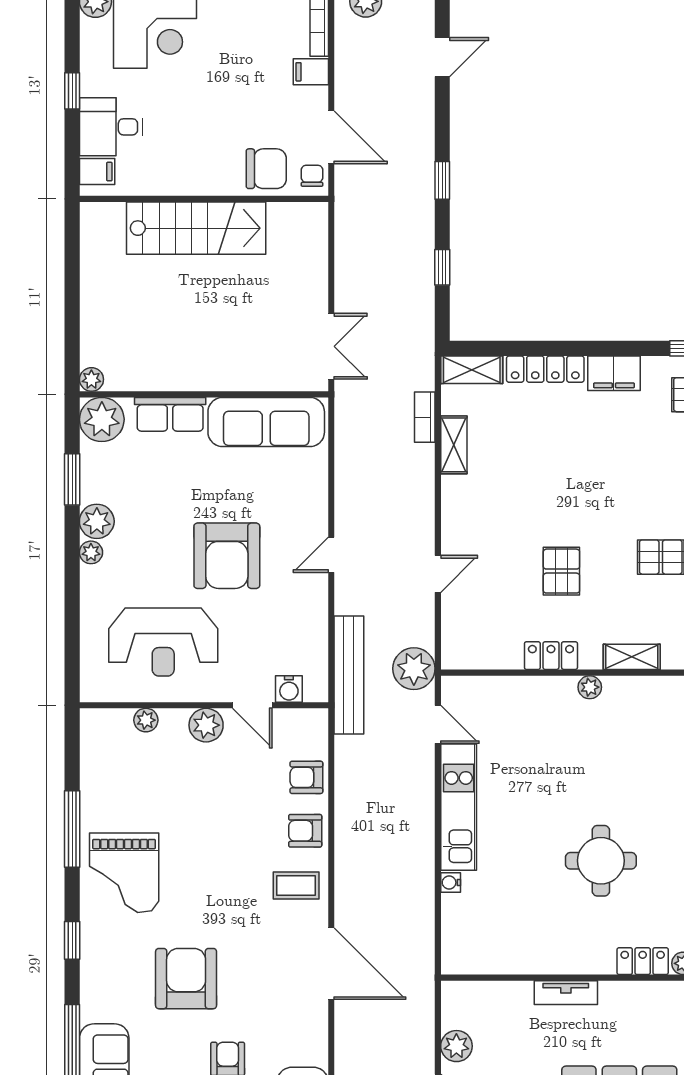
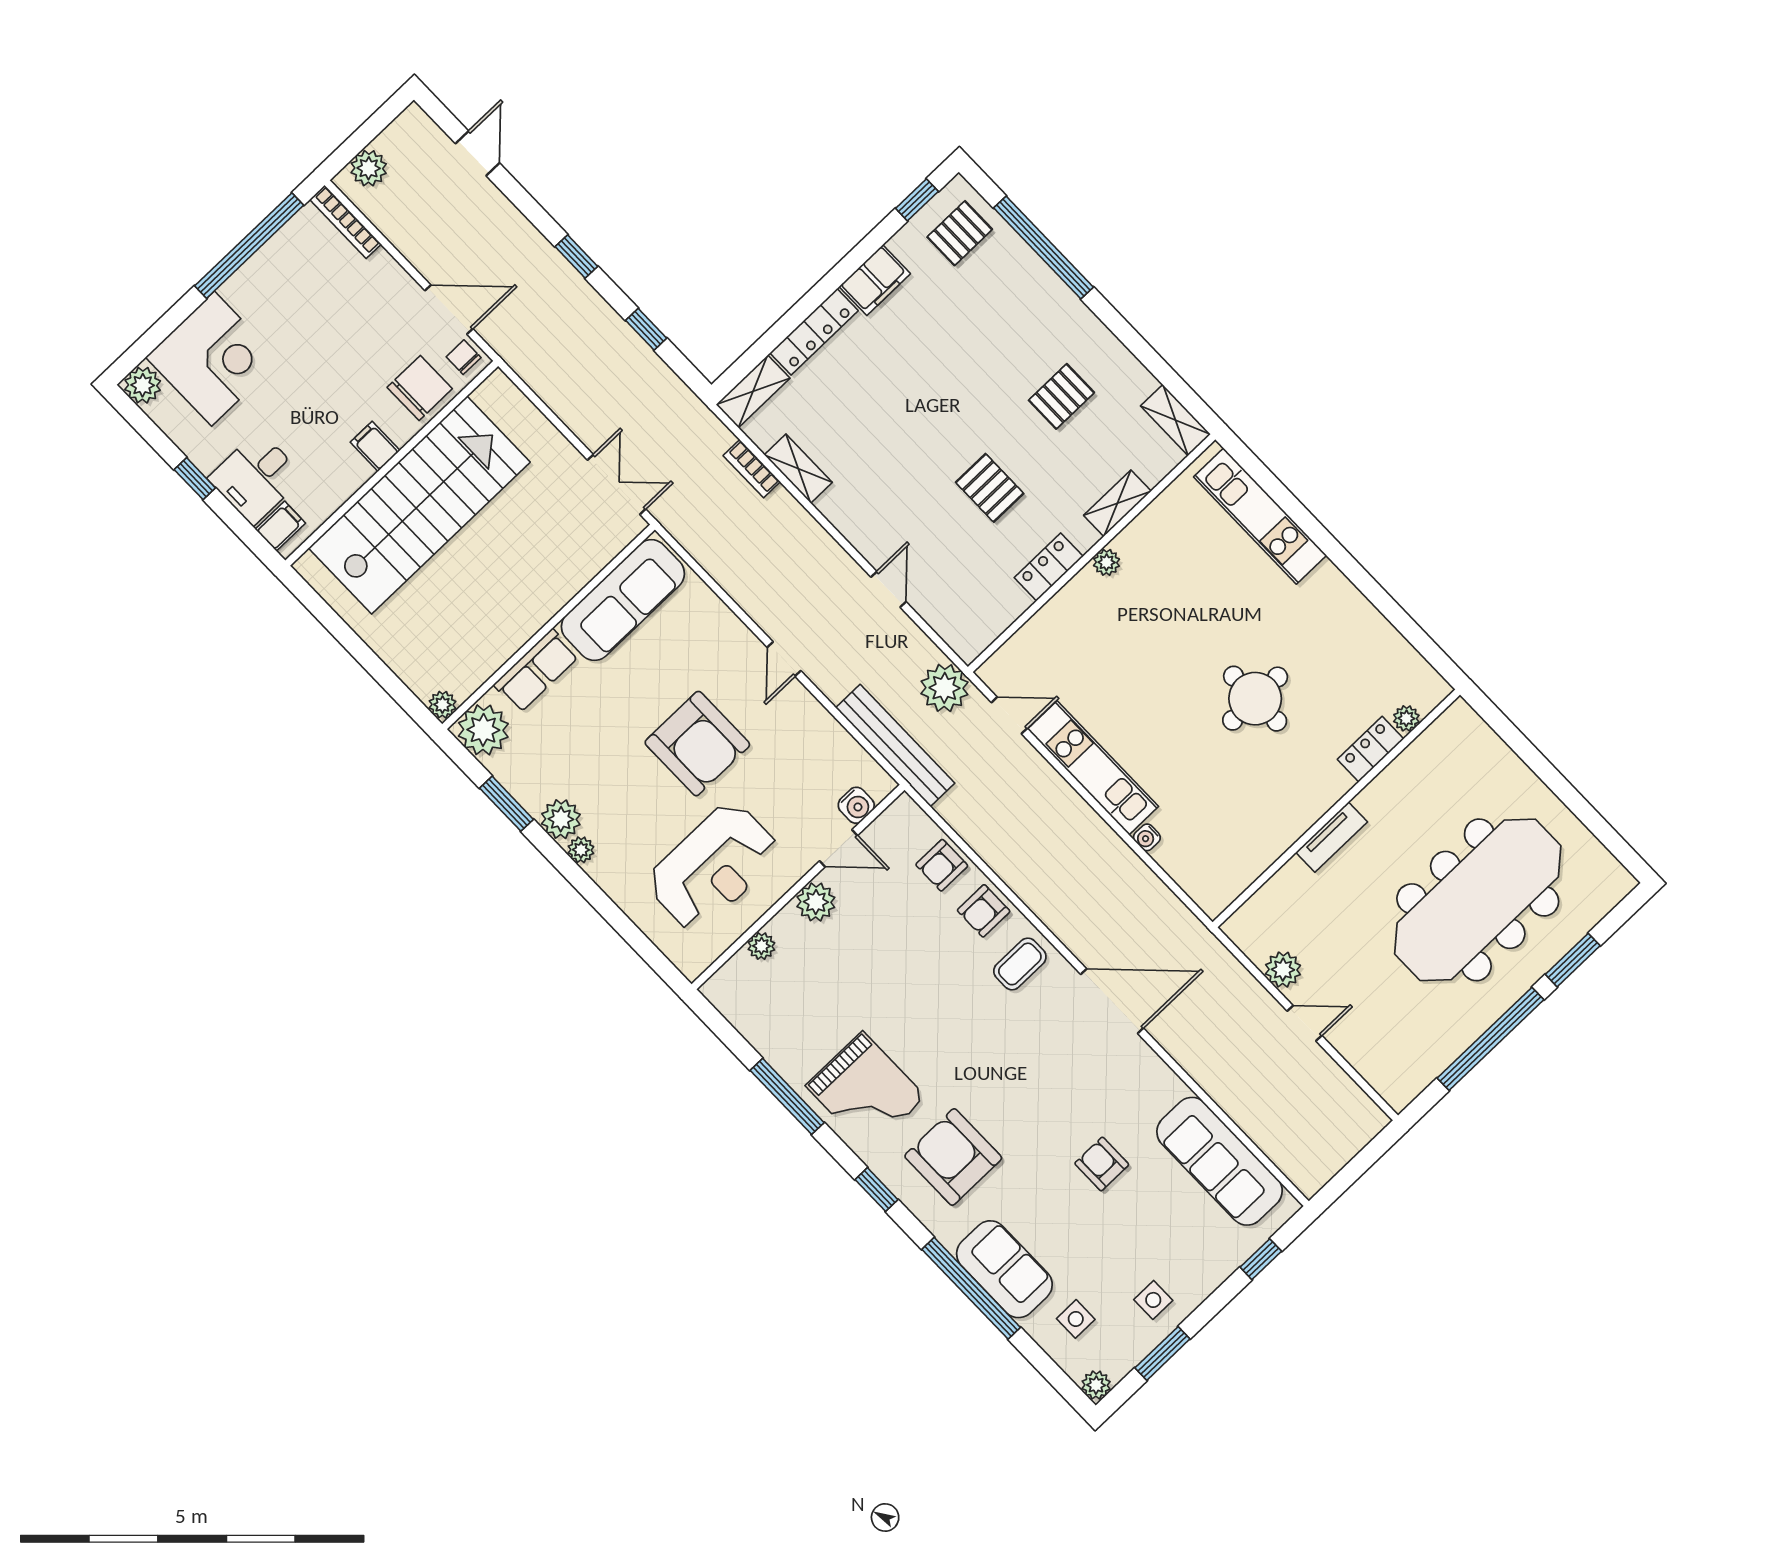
filing cabinet: (311, 72) -> (375, 446), moved, turned 90
stairs: (196, 228) -> (419, 505), width x1.36, depth x1.51
armchair: (186, 979) -> (953, 1157), moved

